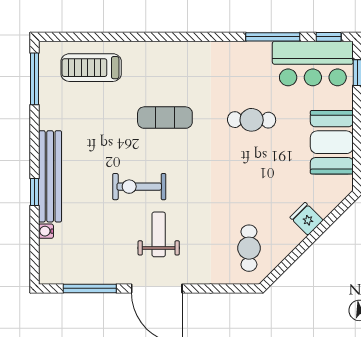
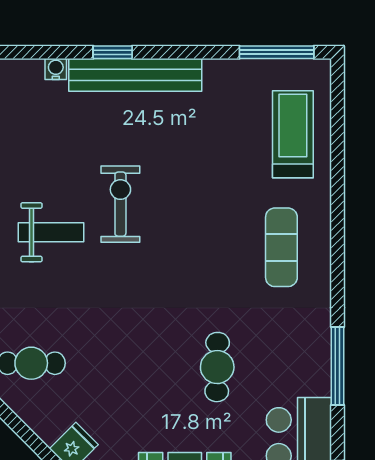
window: (273, 37) -> (337, 366), moved
exercise mat: (165, 118) -> (281, 247), moved

